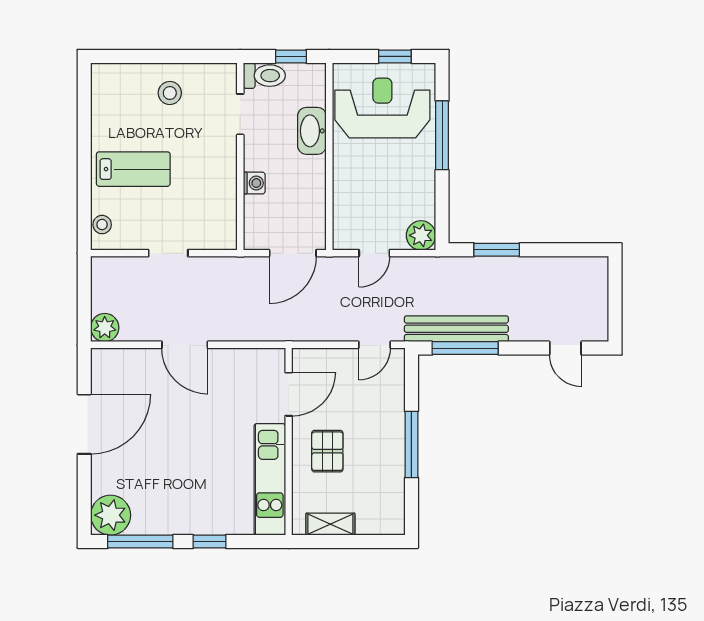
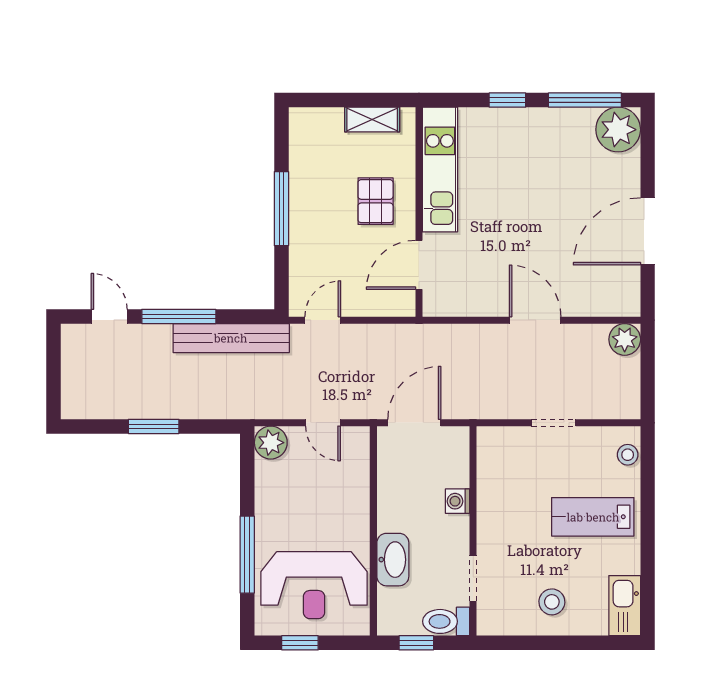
kitchen sink: (105, 90) -> (625, 606), added
window: (497, 250) -> (154, 426), moved
door: (374, 253) -> (323, 423), swing flipped
window: (465, 348) -> (179, 316), moved

